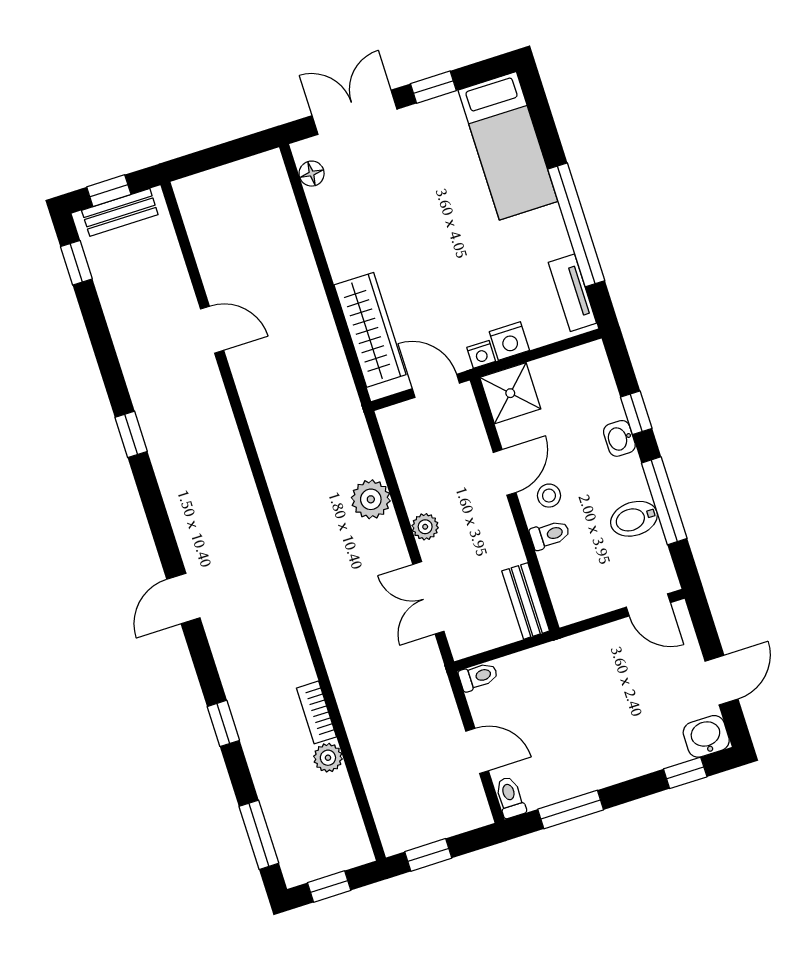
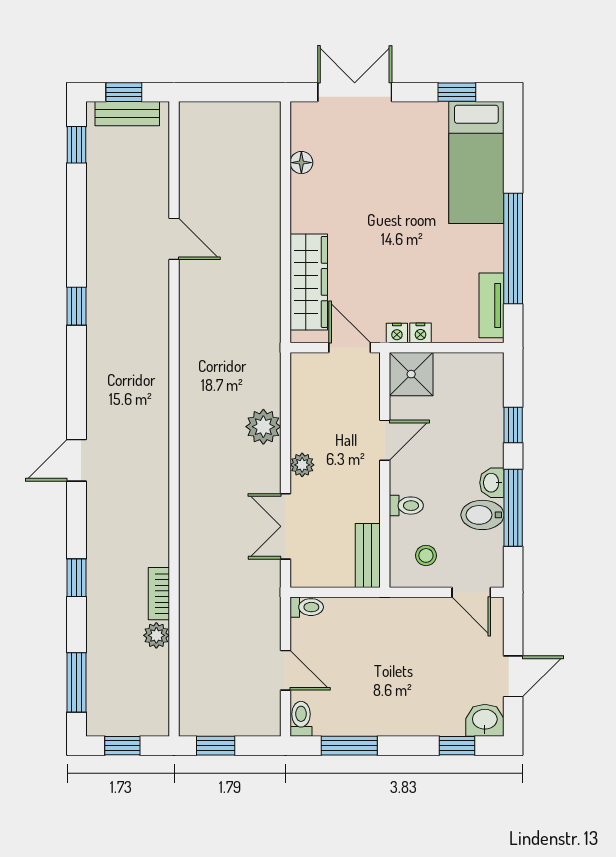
window: (433, 87) -> (457, 92), moved
floor lamp: (312, 174) -> (301, 163), moved
nightstand: (509, 341) -> (420, 333), width x0.72, depth x0.74
washbasin: (619, 438) -> (492, 483), moved
stool: (549, 496) -> (426, 555), moved

